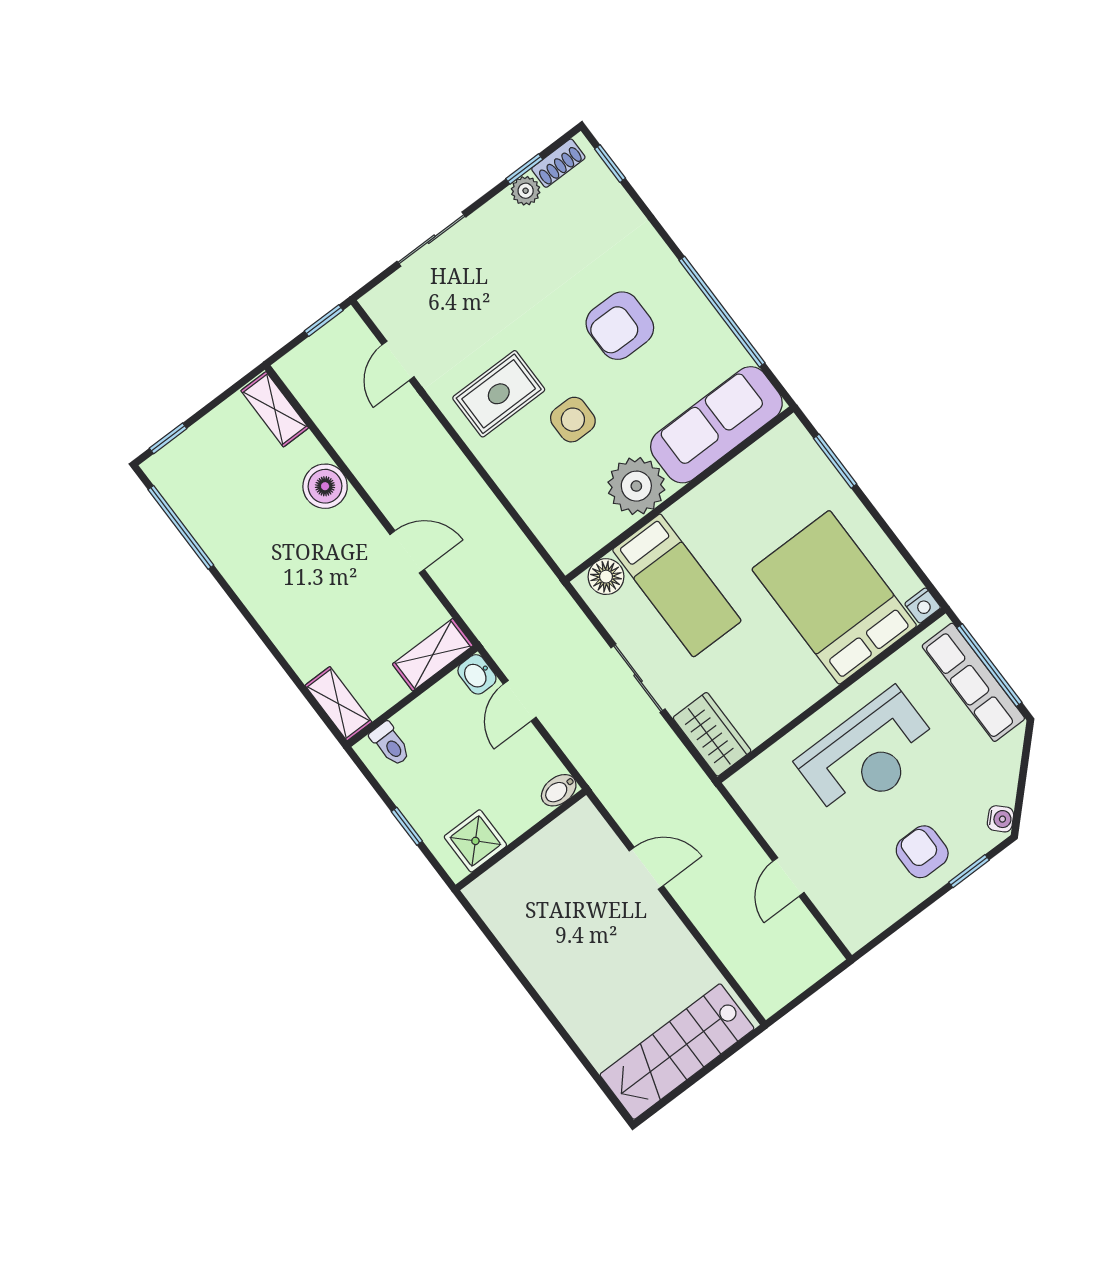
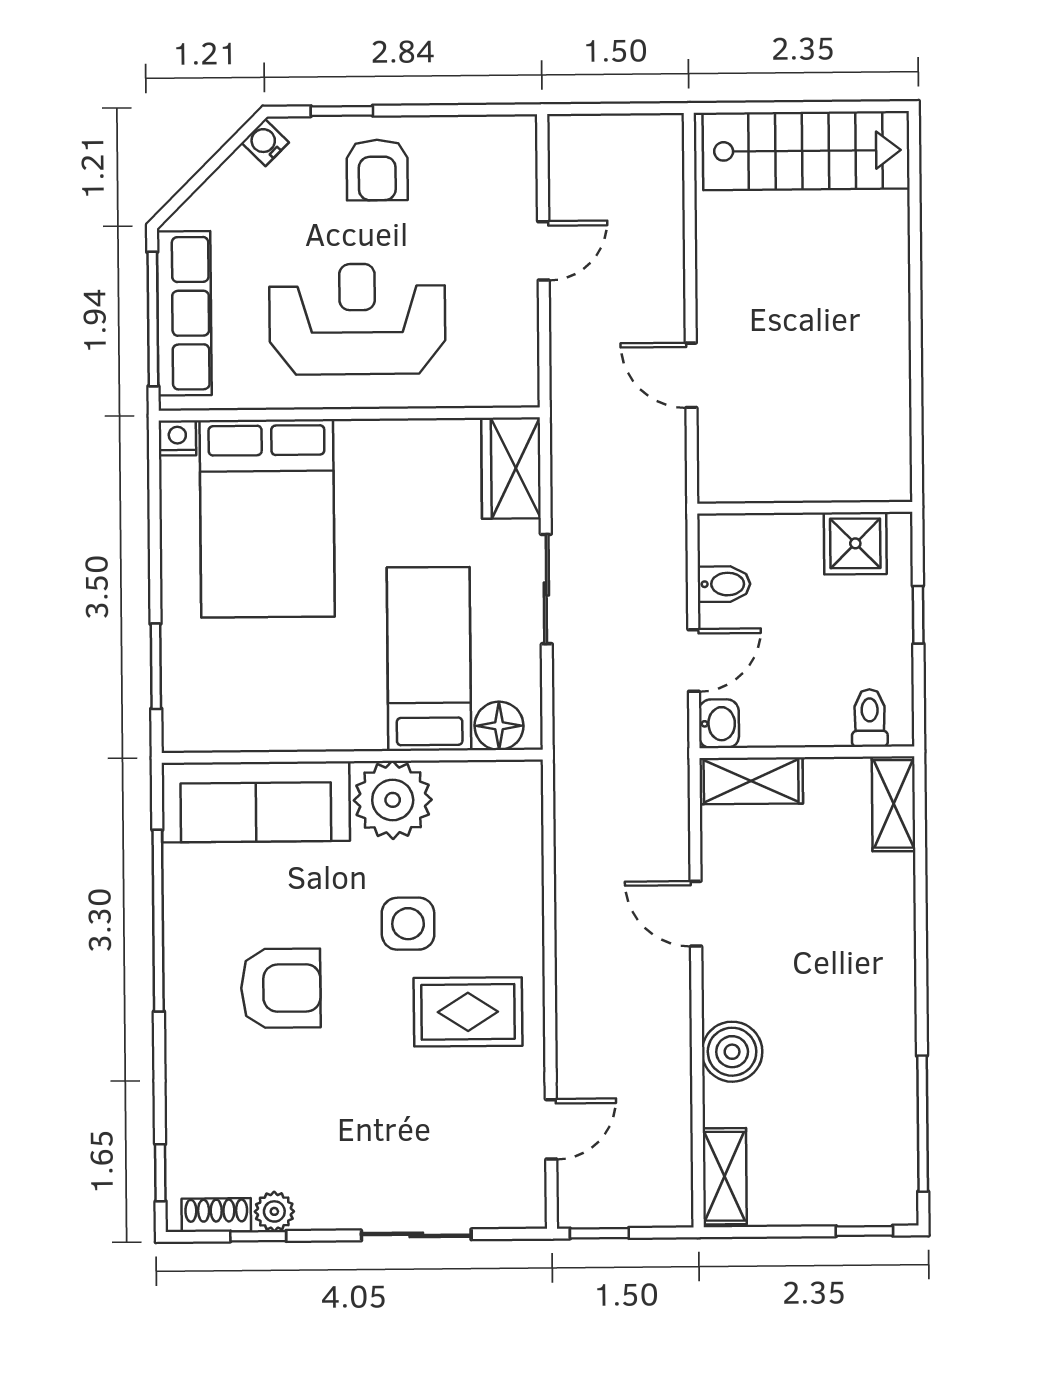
bidet: (559, 790) -> (724, 584), moved

